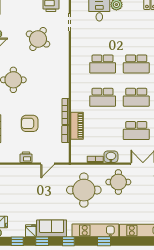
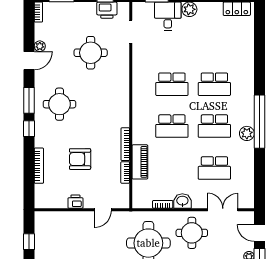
round table: (38, 39) -> (91, 53), turned -31

